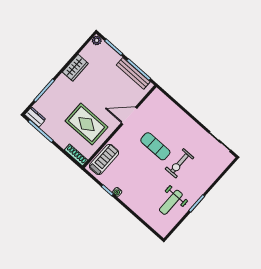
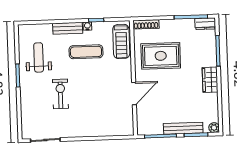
wardrobe: (75, 68) -> (210, 80), moved
bench: (133, 73) -> (183, 128), moved
exercise mat: (155, 146) -> (86, 52), moved
bench: (132, 203) -> (68, 28), added

